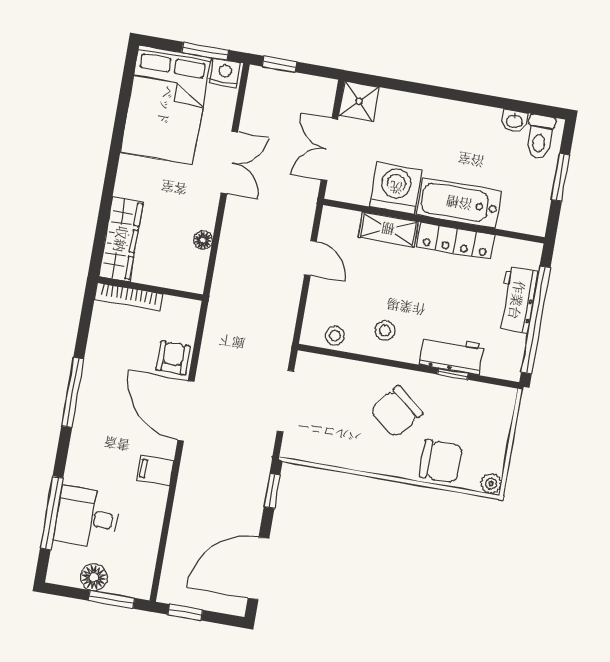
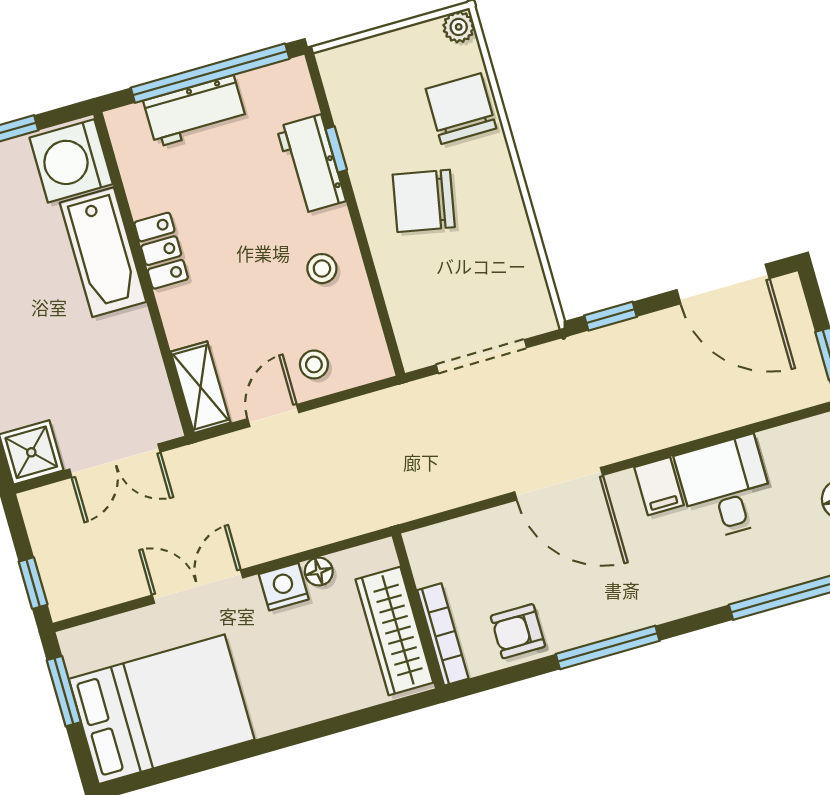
nightstand: (225, 73) -> (284, 587), moved, turned 90
washing machine: (396, 188) -> (71, 161), moved
shelving: (388, 229) -> (201, 387), moved
wardrobe: (121, 239) -> (394, 631), moved, turned -90
locker: (456, 241) -> (161, 251), width x0.66
stool: (335, 336) -> (314, 364), moved
armchair: (173, 358) -> (518, 631), moved
door: (186, 411) -> (559, 484), hinge flipped
chair: (396, 412) -> (424, 201), turned 152
desk: (87, 517) -> (726, 488), moved, turned 180

